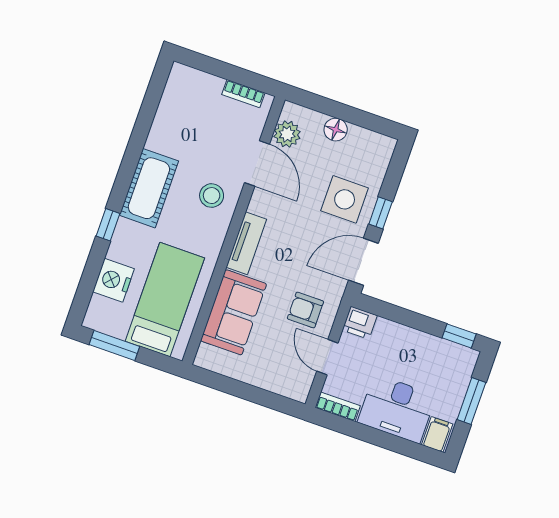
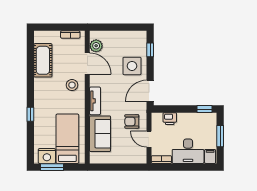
floor lamp: (336, 130) -> (117, 36), removed
cot: (149, 188) -> (43, 60), moved
window: (381, 213) -> (150, 50), moved
nightstand: (114, 280) -> (47, 156), moved, turned -90
printer: (360, 323) -> (170, 119), moved

